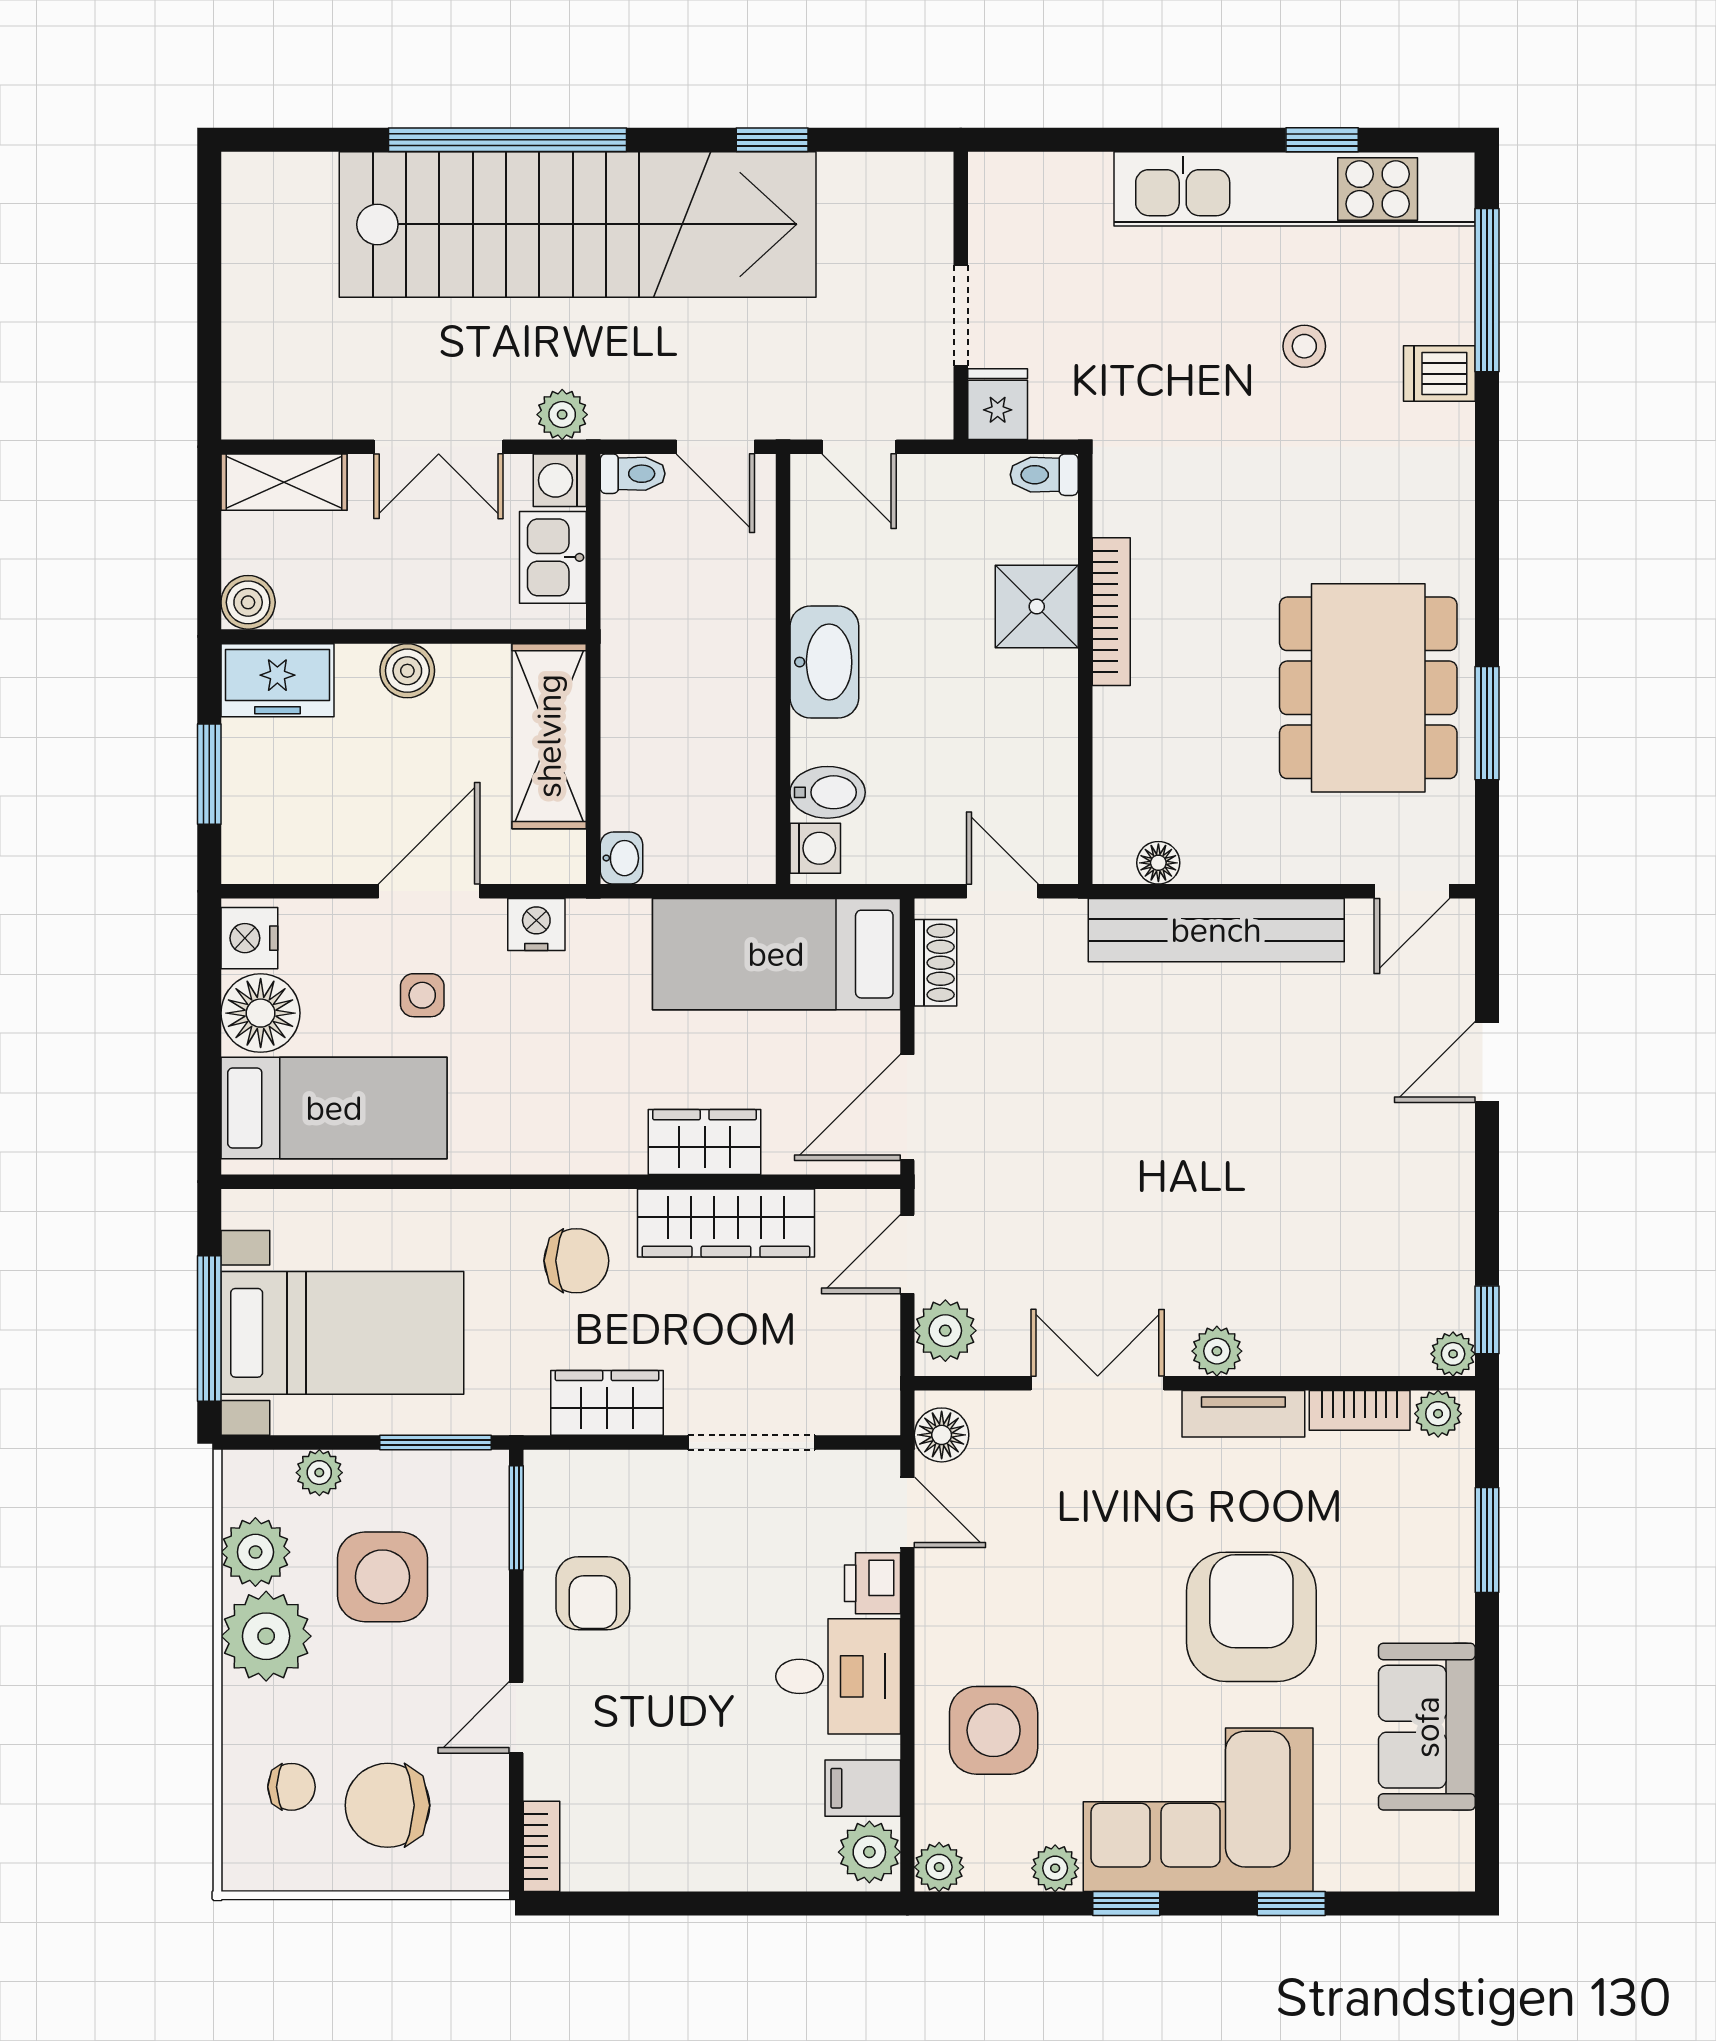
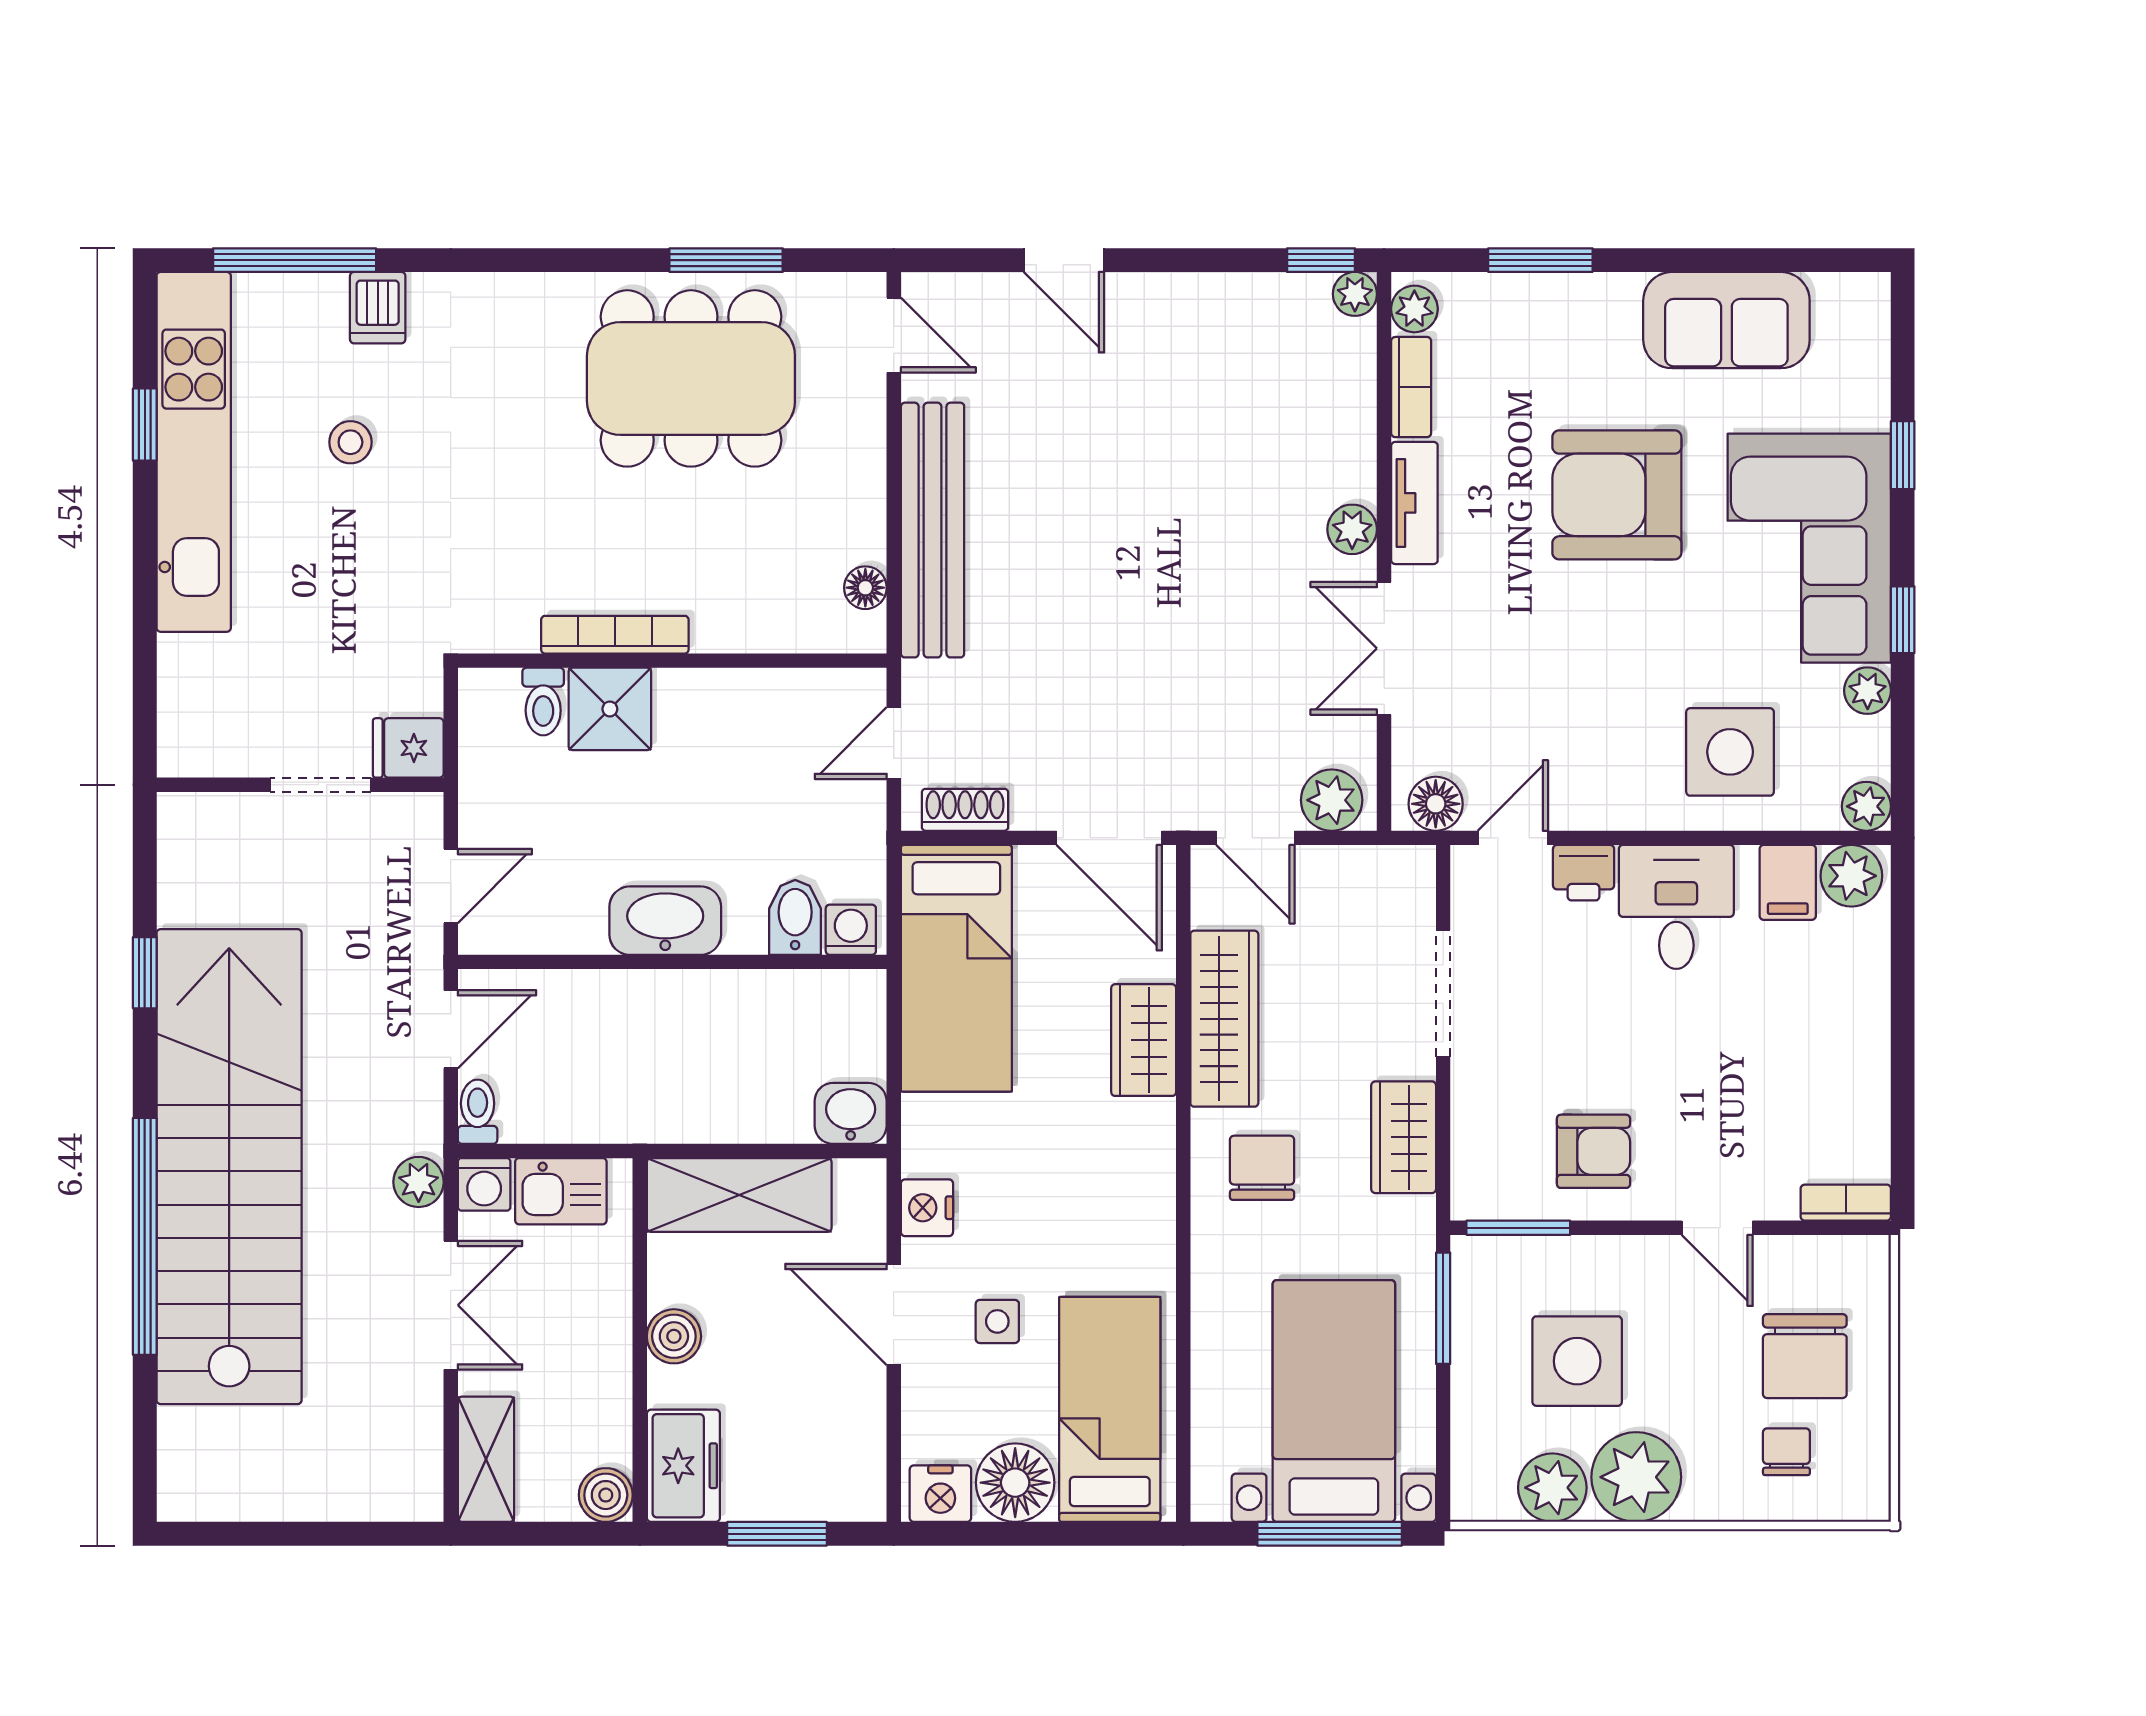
toilet: (1044, 475) -> (543, 702), moved
washbasin: (621, 858) -> (851, 1113), width x1.38, depth x1.45
plant: (319, 1473) -> (1473, 1424), removed

